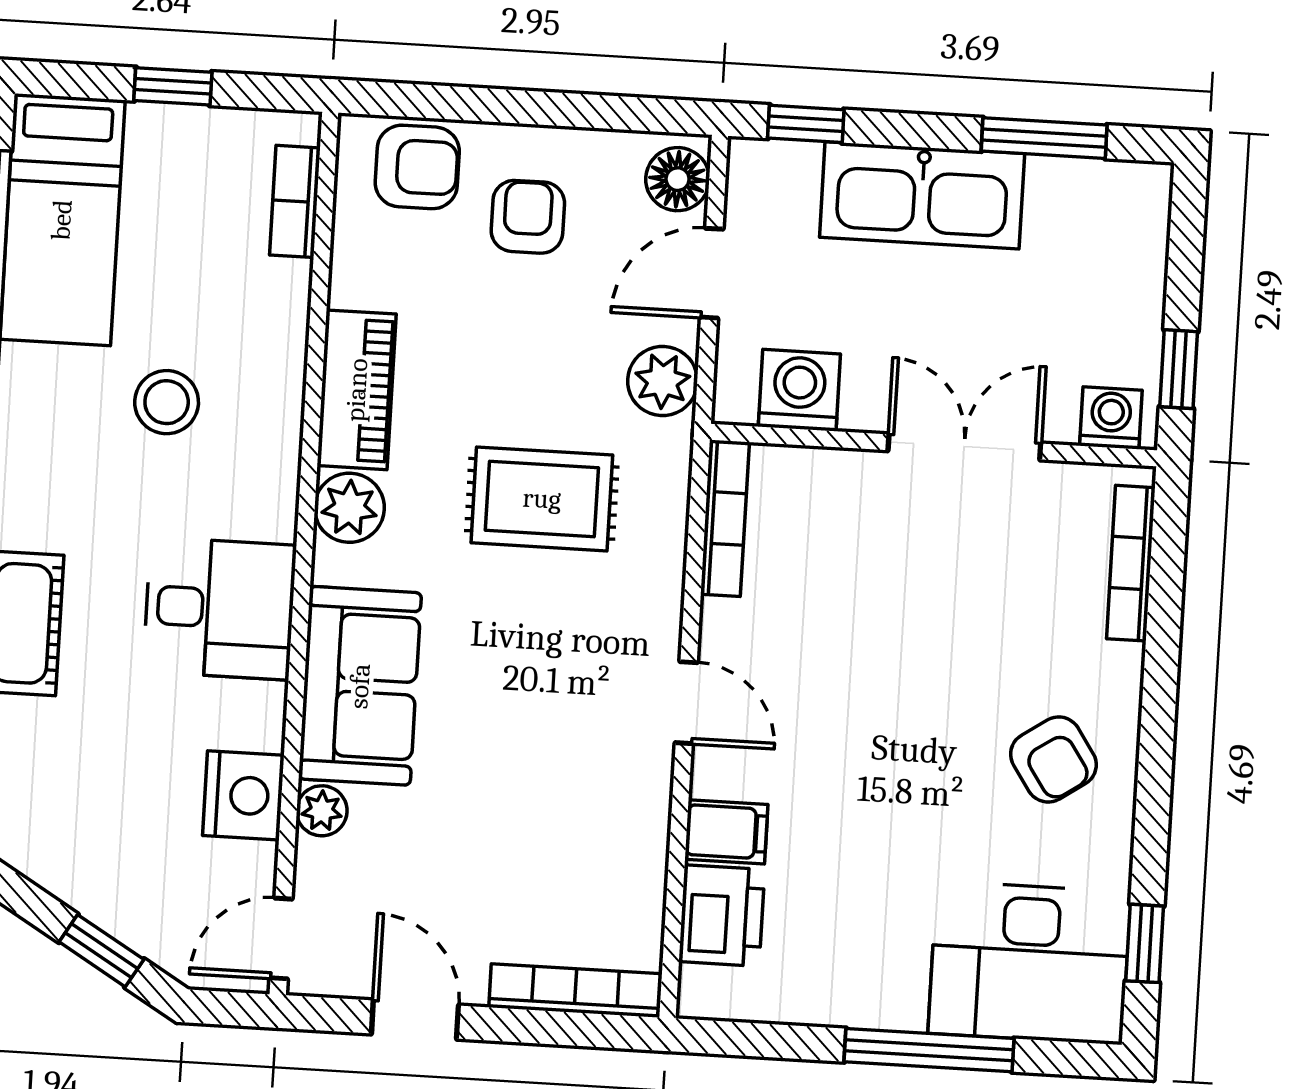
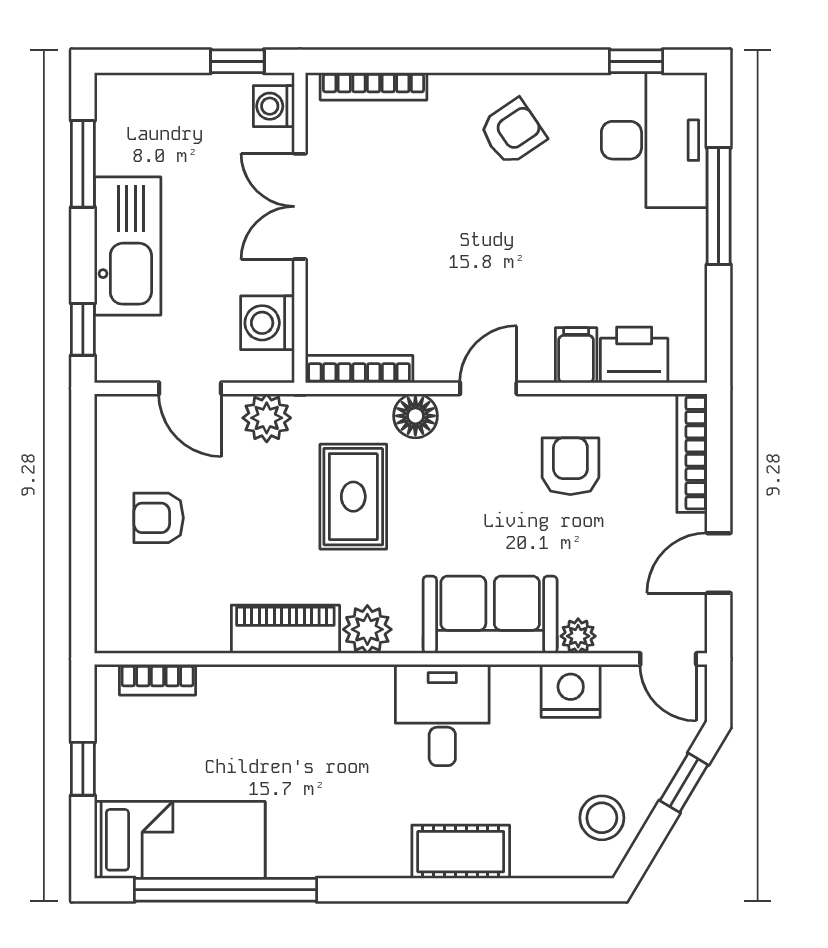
armchair: (417, 167) -> (570, 466), moved
floor lamp: (678, 179) -> (415, 416), moved
stool: (167, 402) -> (602, 818), moved

